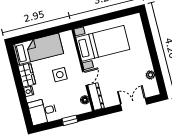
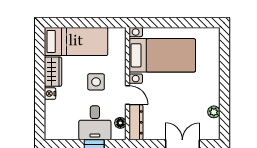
door: (85, 78) -> (127, 95), hinge flipped
desk: (43, 111) -> (95, 123), moved, turned -90

